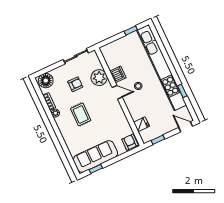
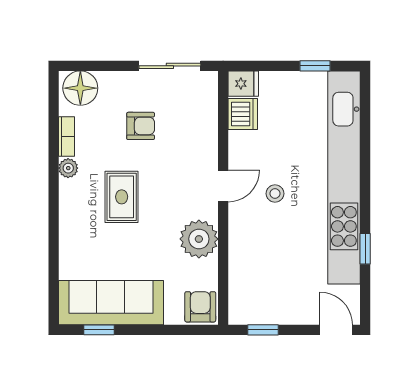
dishwasher: (118, 74) -> (243, 114), moved
plant: (99, 78) -> (199, 239), moved
door: (117, 92) -> (223, 186), hinge flipped
fridge: (141, 124) -> (243, 84), moved

